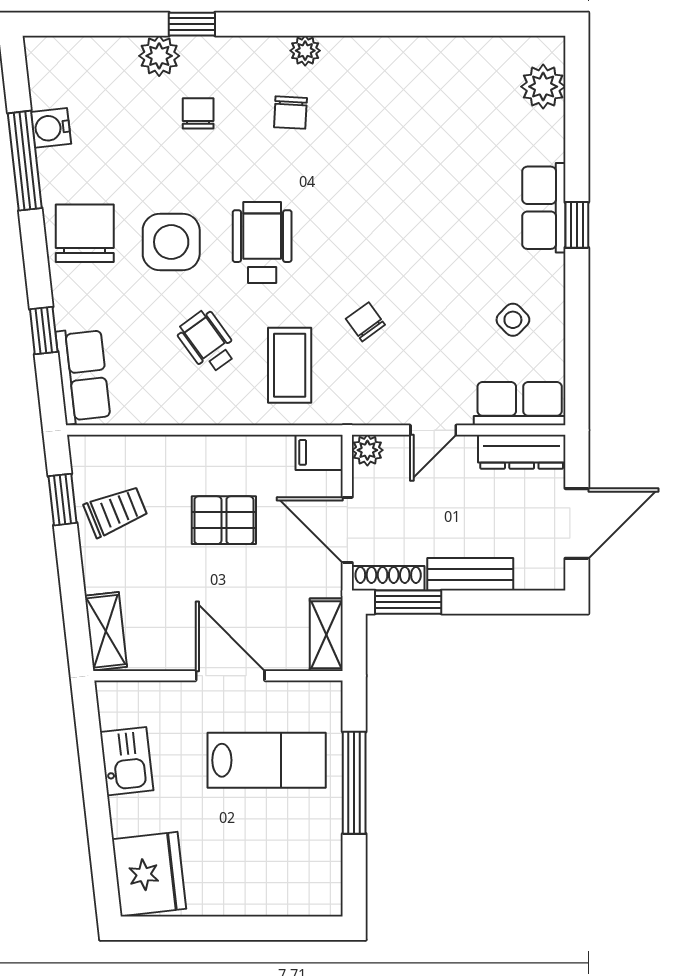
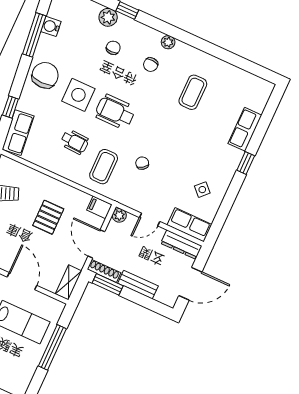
plant: (543, 87) -> (258, 101), removed
coffee table: (403, 130) -> (193, 92), added
row of seats: (544, 208) -> (245, 129), moved
wheelchair: (262, 243) -> (115, 112), turned -90
wheelchair: (207, 342) -> (75, 142), turned 129
pallet: (224, 520) -> (48, 217), turned 90

